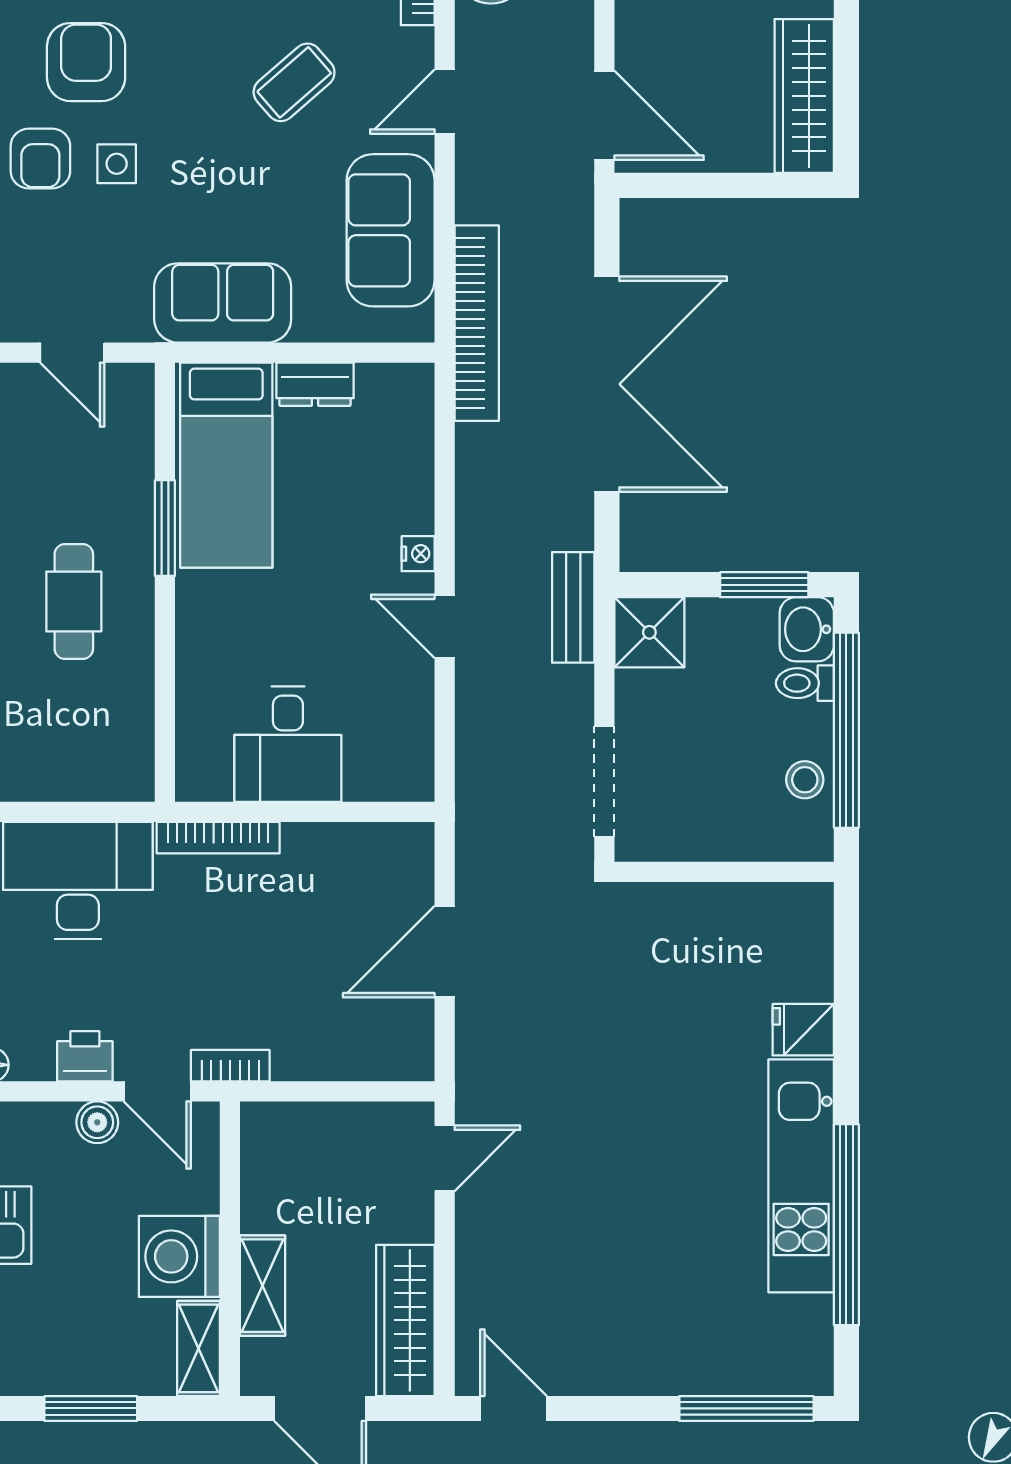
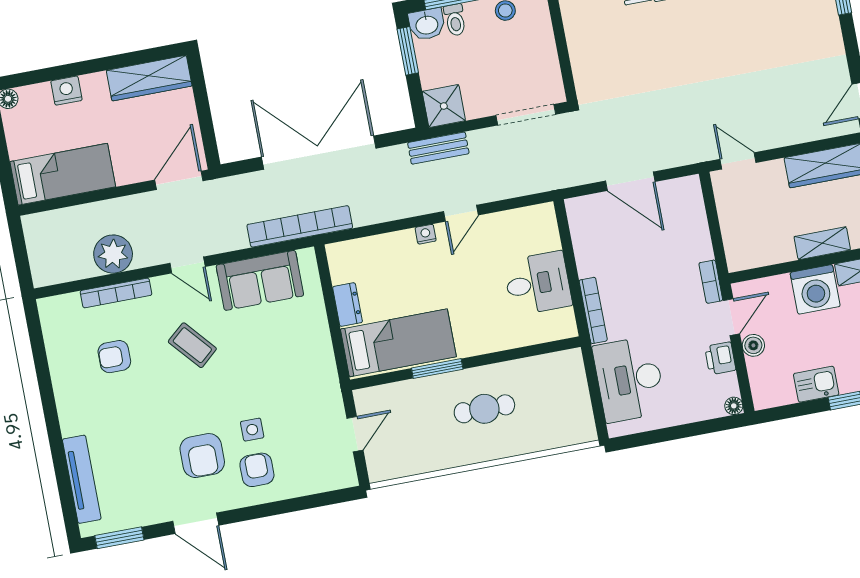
armchair: (86, 62) -> (202, 456), turned -90
armchair: (40, 159) -> (257, 470), turned -90
sofa: (223, 303) -> (314, 361), removed

